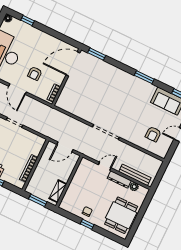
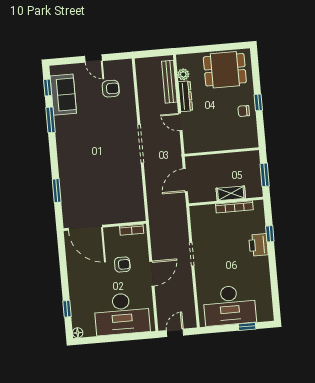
window: (97, 54) -> (57, 191), moved
window: (144, 77) -> (50, 120), moved
door: (65, 147) -> (185, 180), swing flipped
shelving: (58, 191) -> (231, 193), moved

